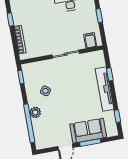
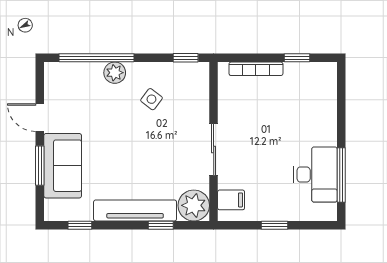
plant: (96, 59) -> (194, 205), added

